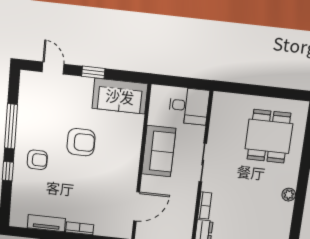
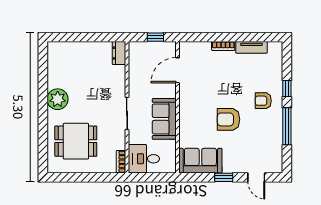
dining table: (269, 136) -> (76, 141), turned 90
plant: (289, 195) -> (58, 99), width x1.87, depth x1.87
bookcase: (205, 205) -> (121, 162), moved

